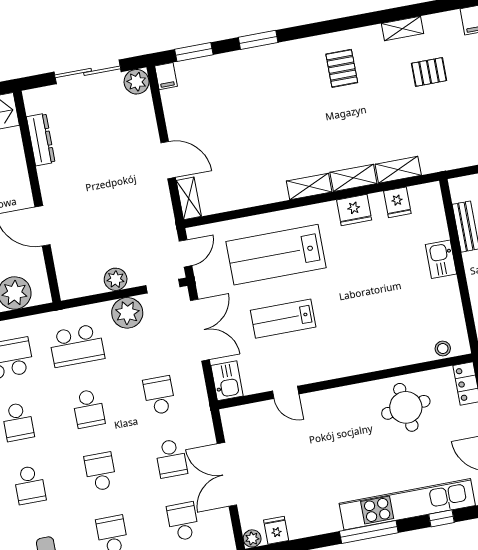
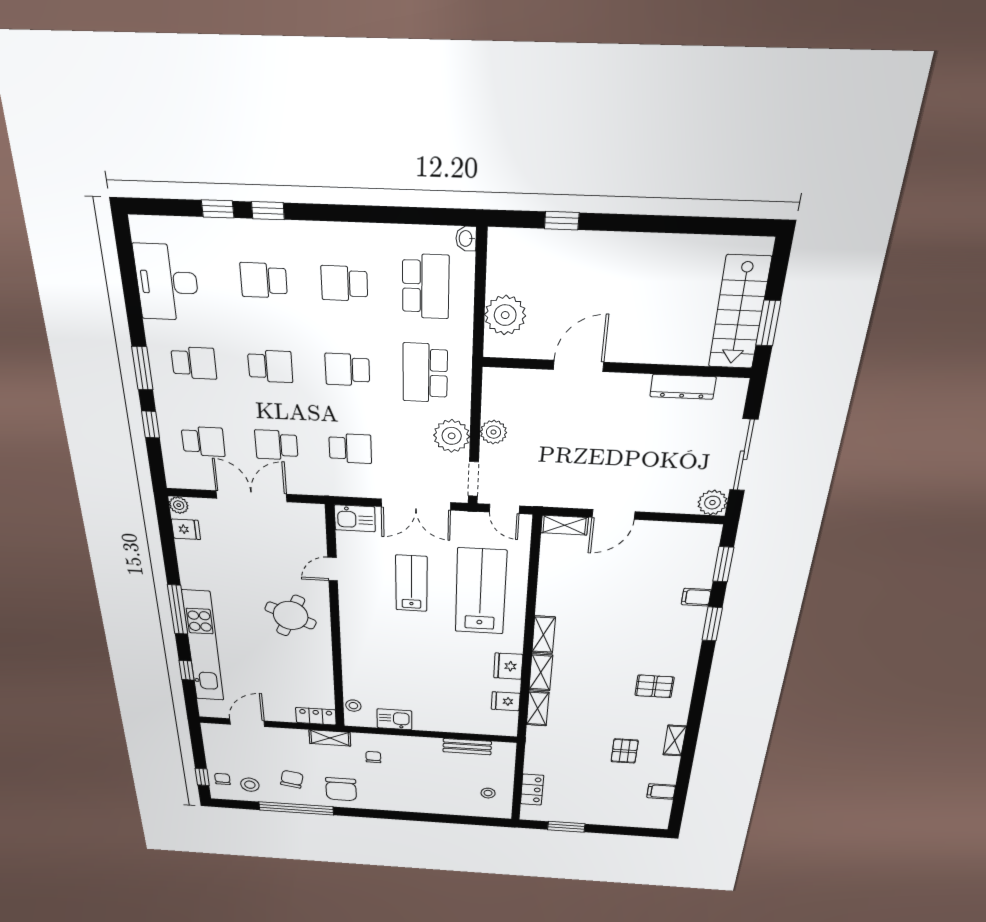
filing cabinet: (166, 76) -> (696, 597), moved
kitchen sink: (441, 259) -> (394, 719), moved
round table: (406, 407) -> (291, 616), moved, turned 32

